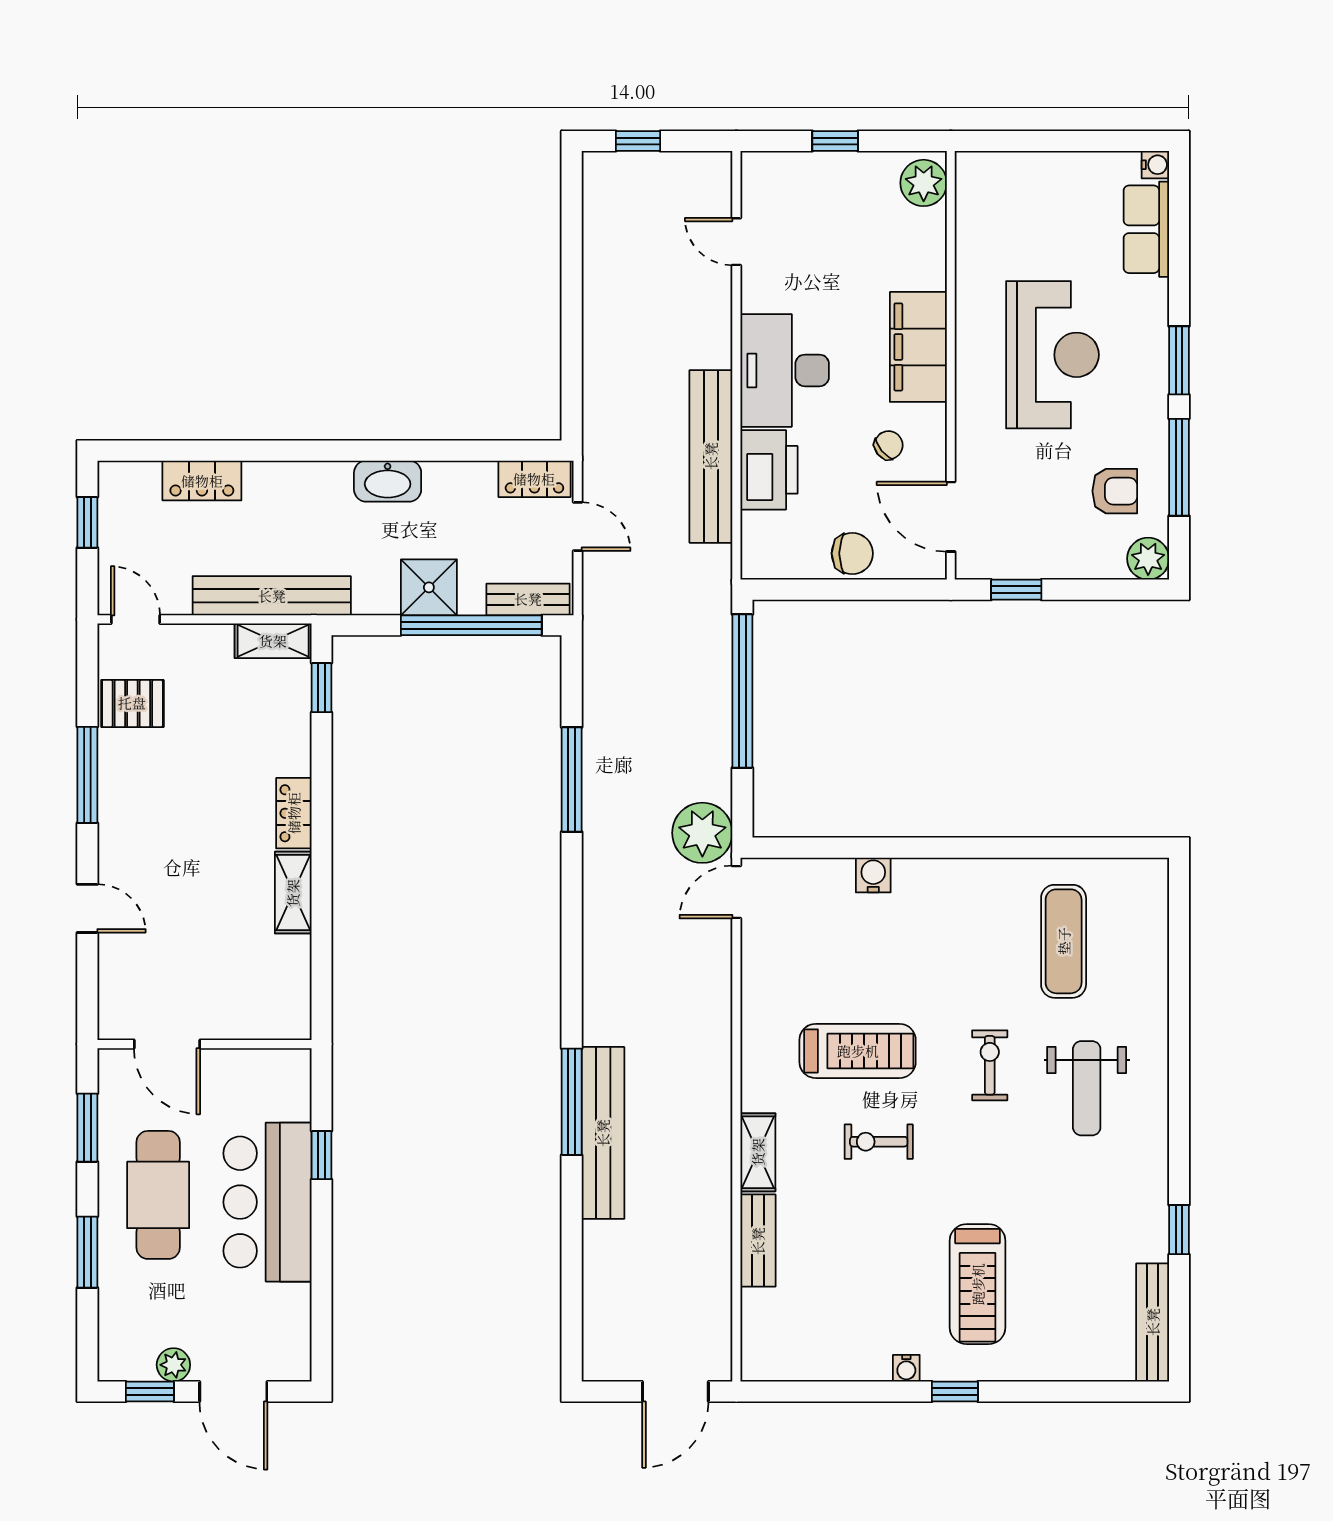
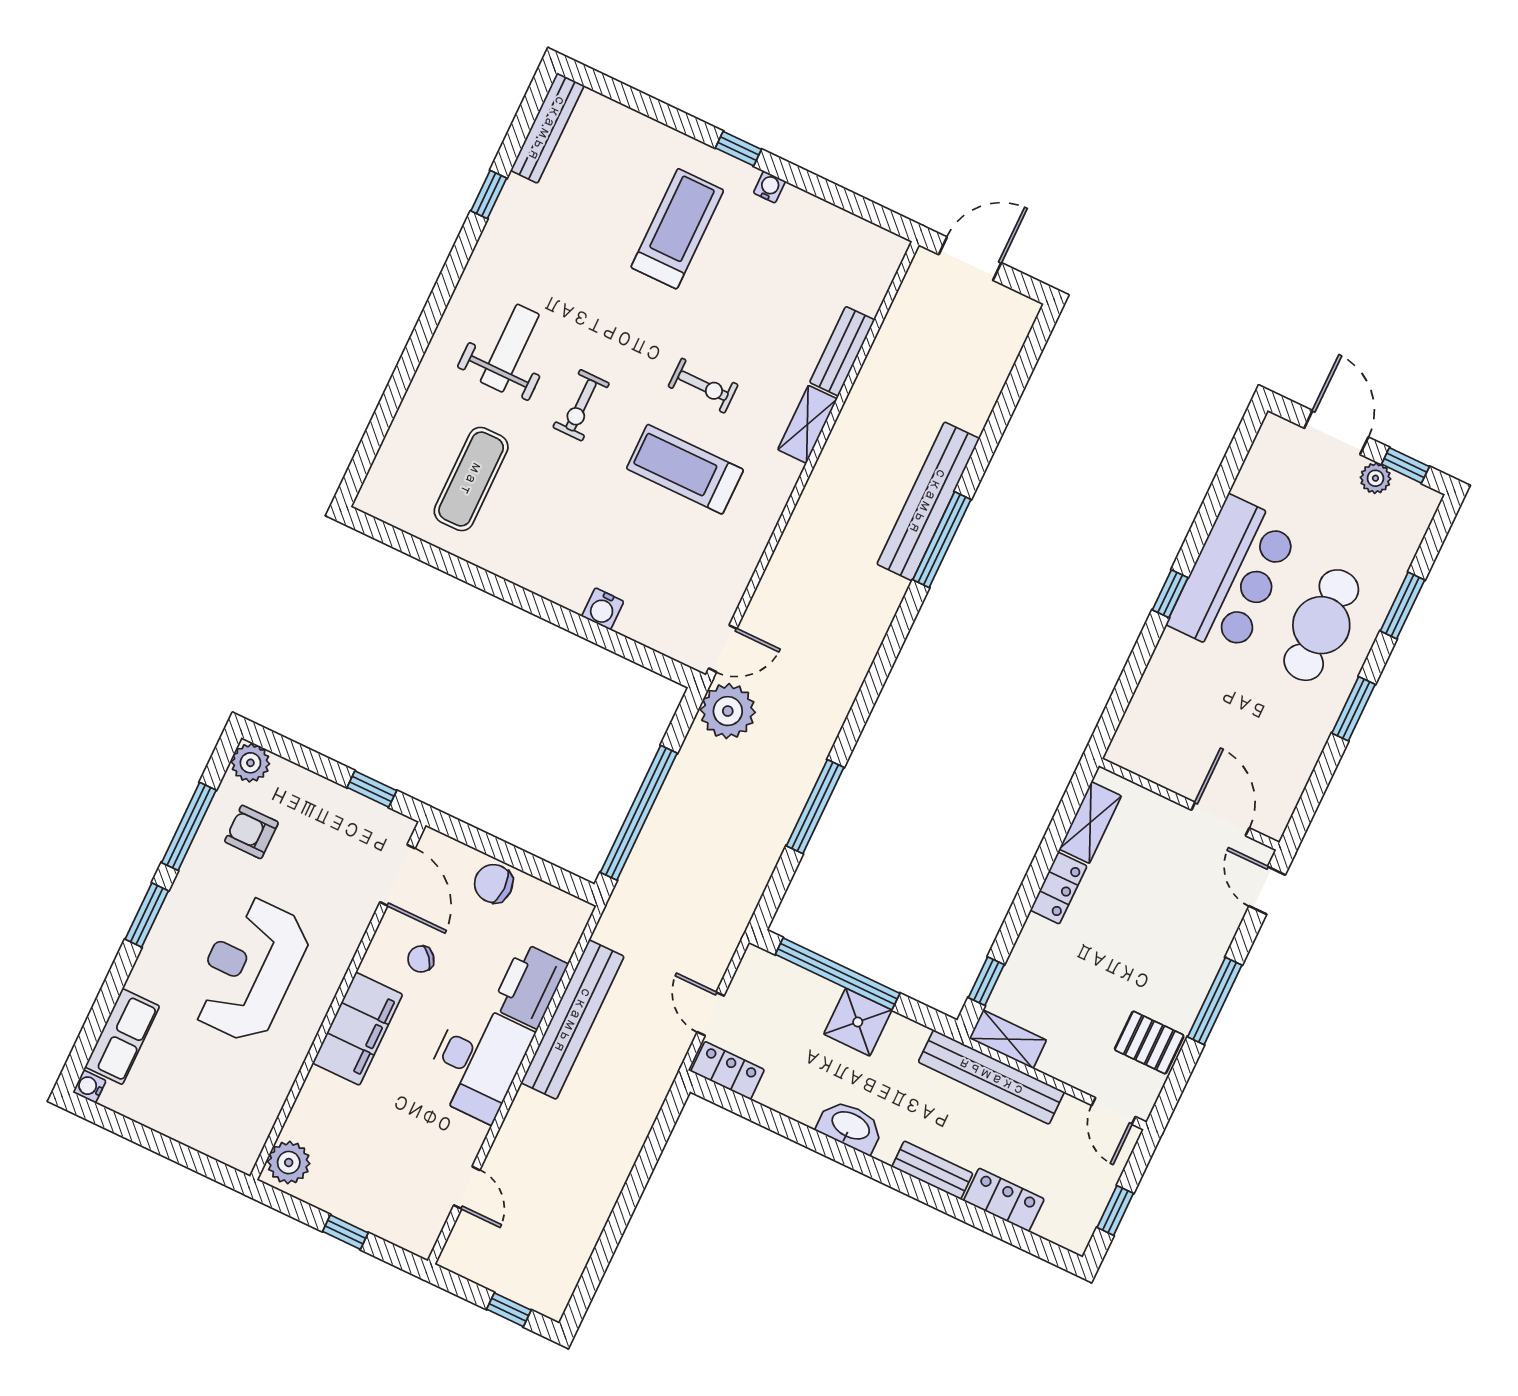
bench: (528, 599) -> (932, 1170), moved
door: (167, 1044) -> (1220, 819), moved
wall: (204, 1044) -> (1189, 804), moved

